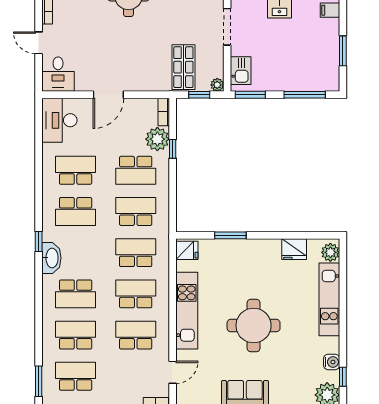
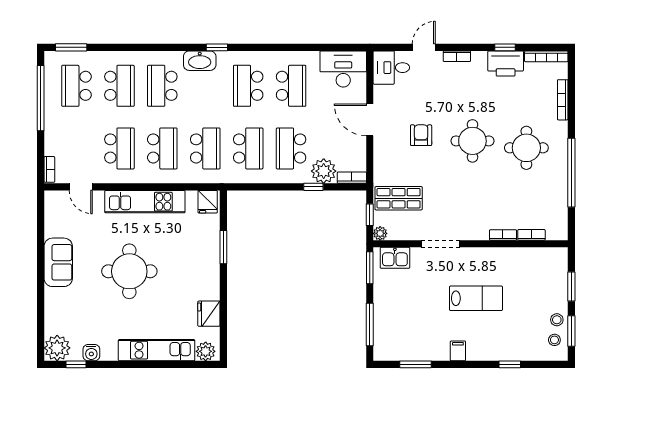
armchair: (123, 46) -> (421, 135), added
school desk: (76, 376) -> (76, 86), turned 180

